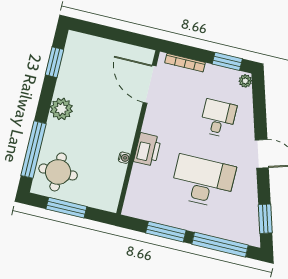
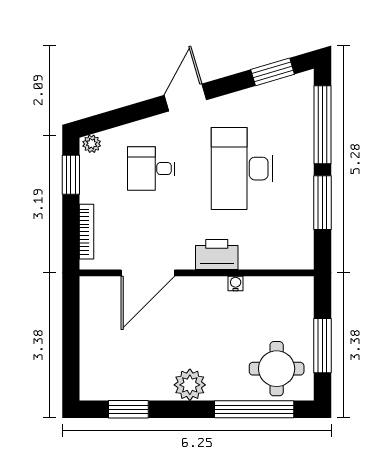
door: (150, 84) -> (148, 273), moved

